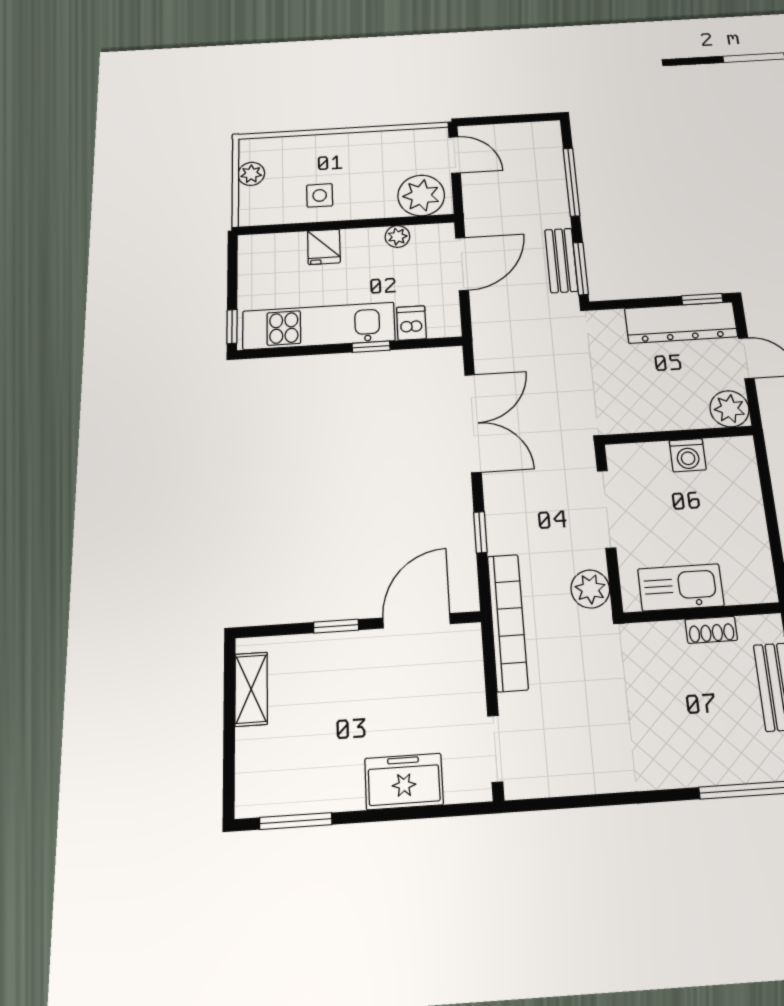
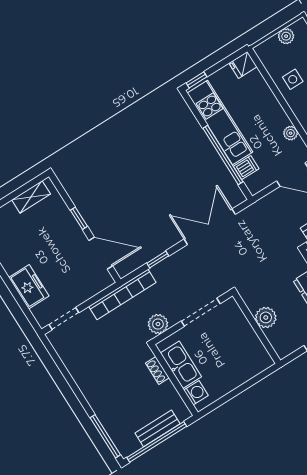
fridge: (324, 247) -> (243, 65), moved
window: (371, 347) -> (223, 155), width x3.17
plant: (729, 409) -> (266, 317), moved
double door: (473, 423) -> (210, 227), swing flipped
washing machine: (688, 455) -> (196, 393), moved, turned 180
shoe rack: (711, 630) -> (157, 370), moved

